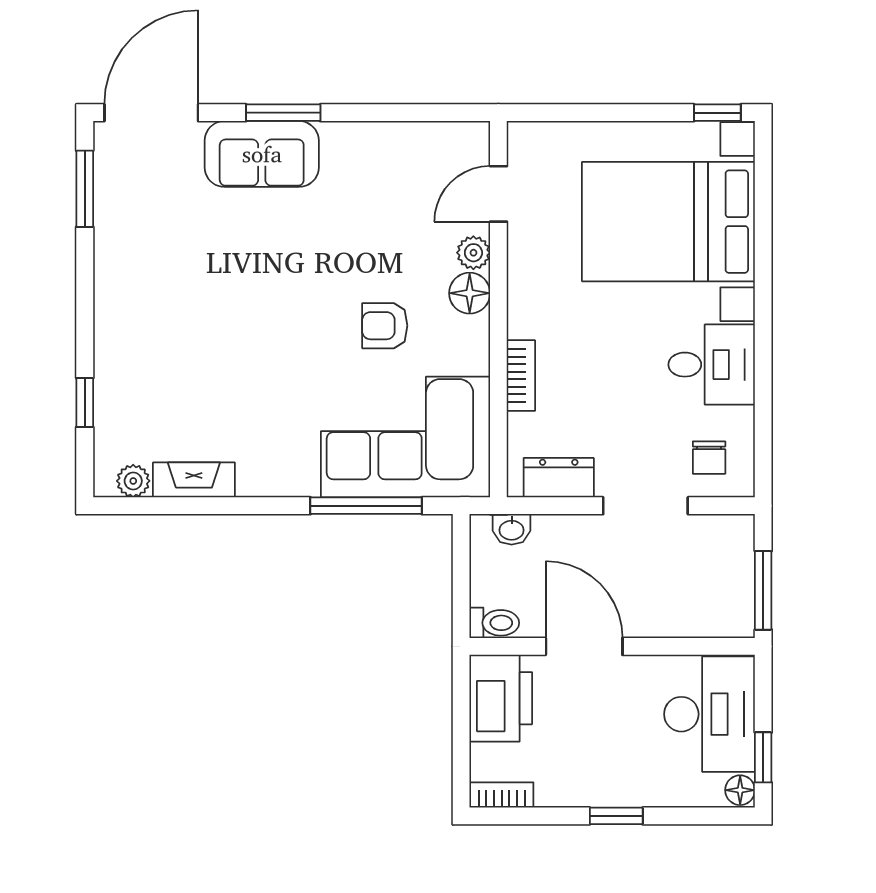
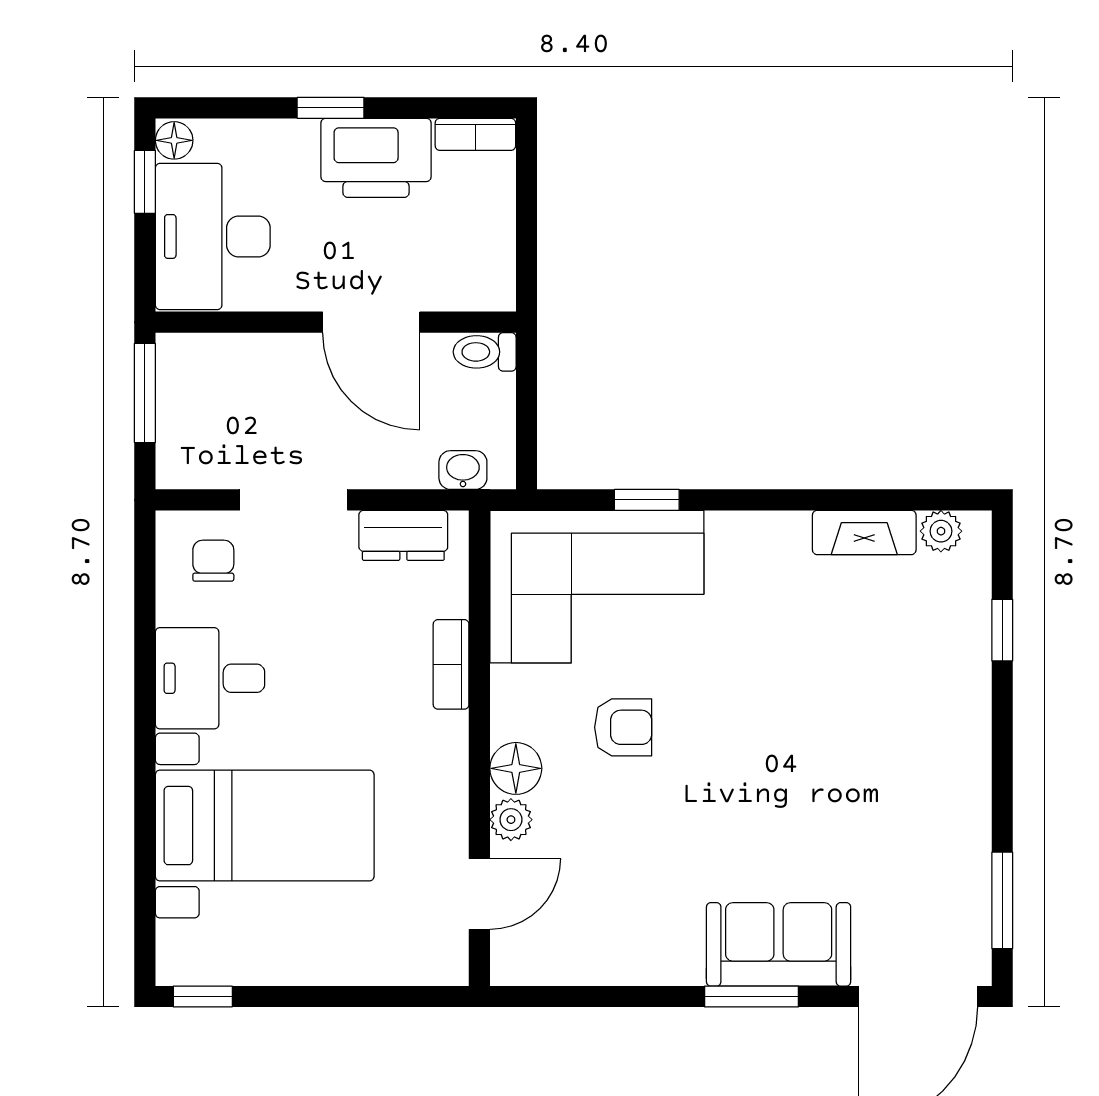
bed with nightstands: (668, 222) -> (265, 826), width x0.73
window: (366, 506) -> (647, 500), width x0.46
printer: (501, 698) -> (376, 158), moved, turned -90

